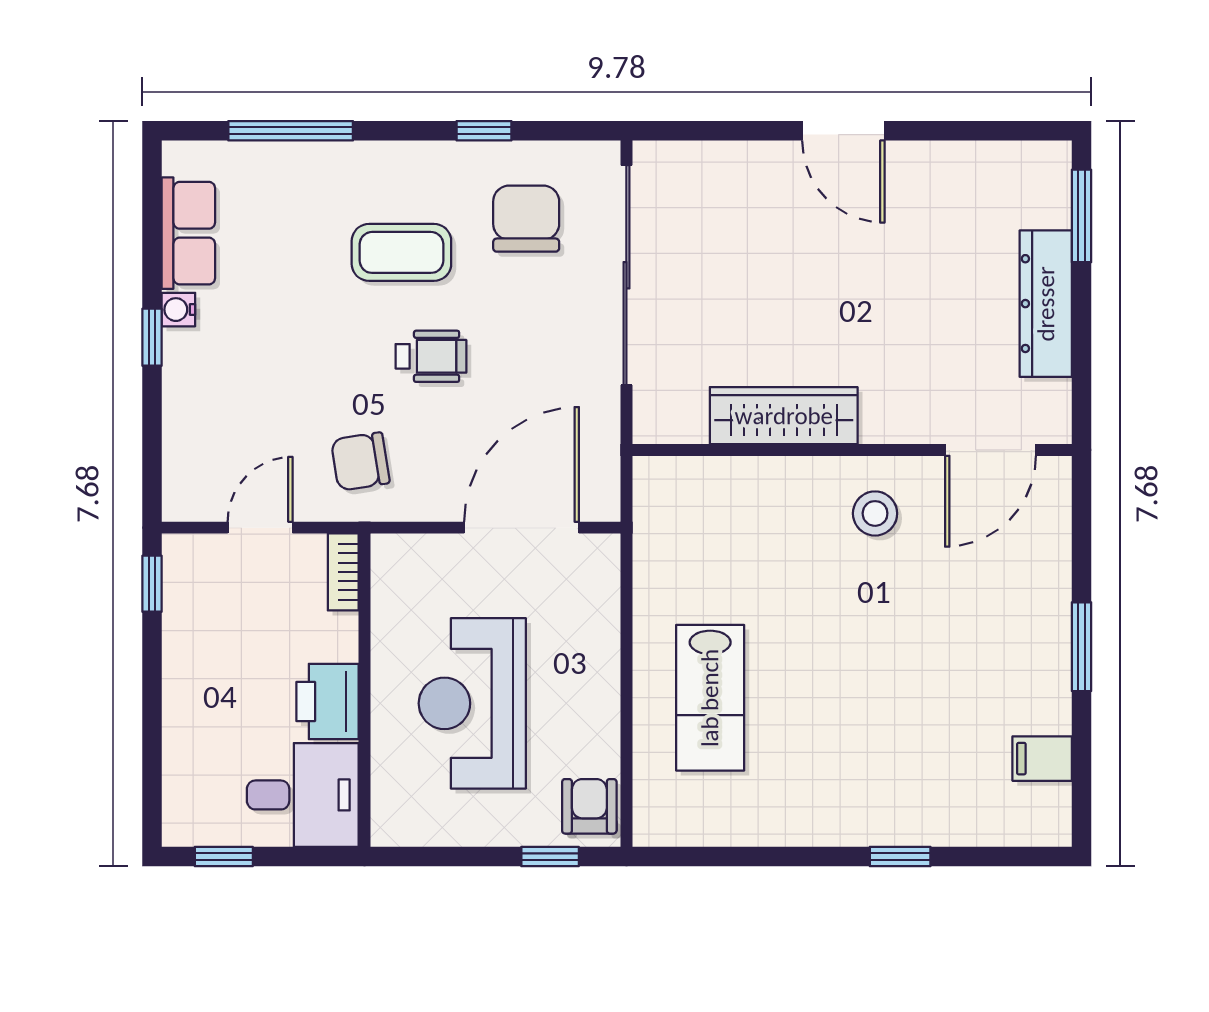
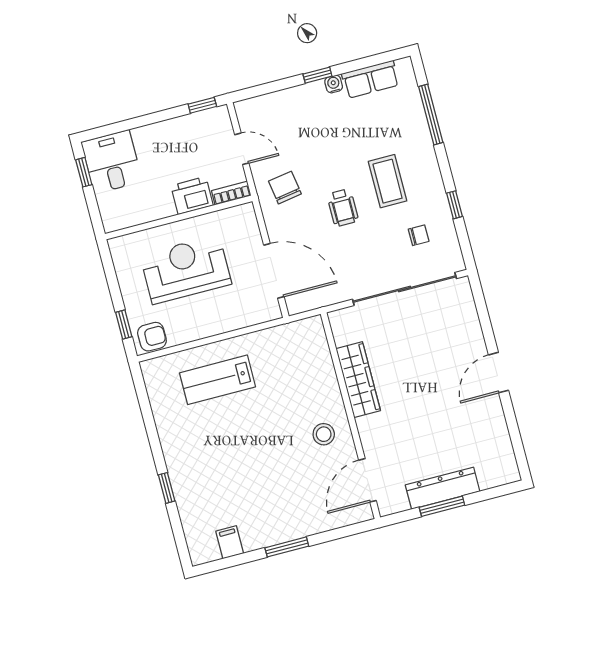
window: (1082, 216) -> (442, 506), moved
chair: (526, 219) -> (419, 235), width x0.54, depth x0.54
door: (990, 450) -> (367, 480), hinge flipped
printer: (328, 702) -> (192, 196), moved
desk: (303, 795) -> (112, 162), moved, turned 180

